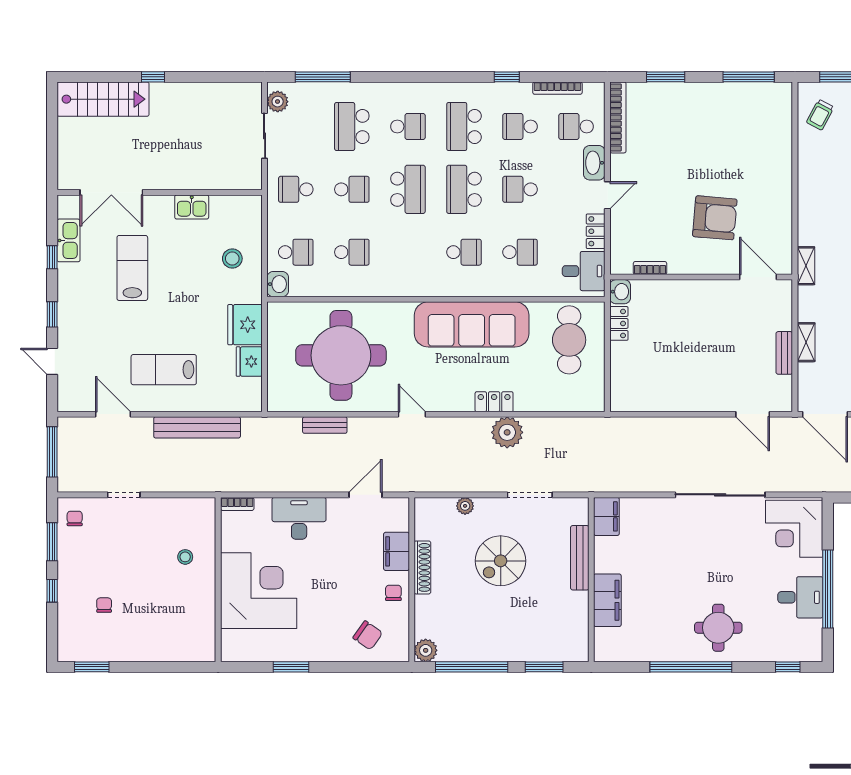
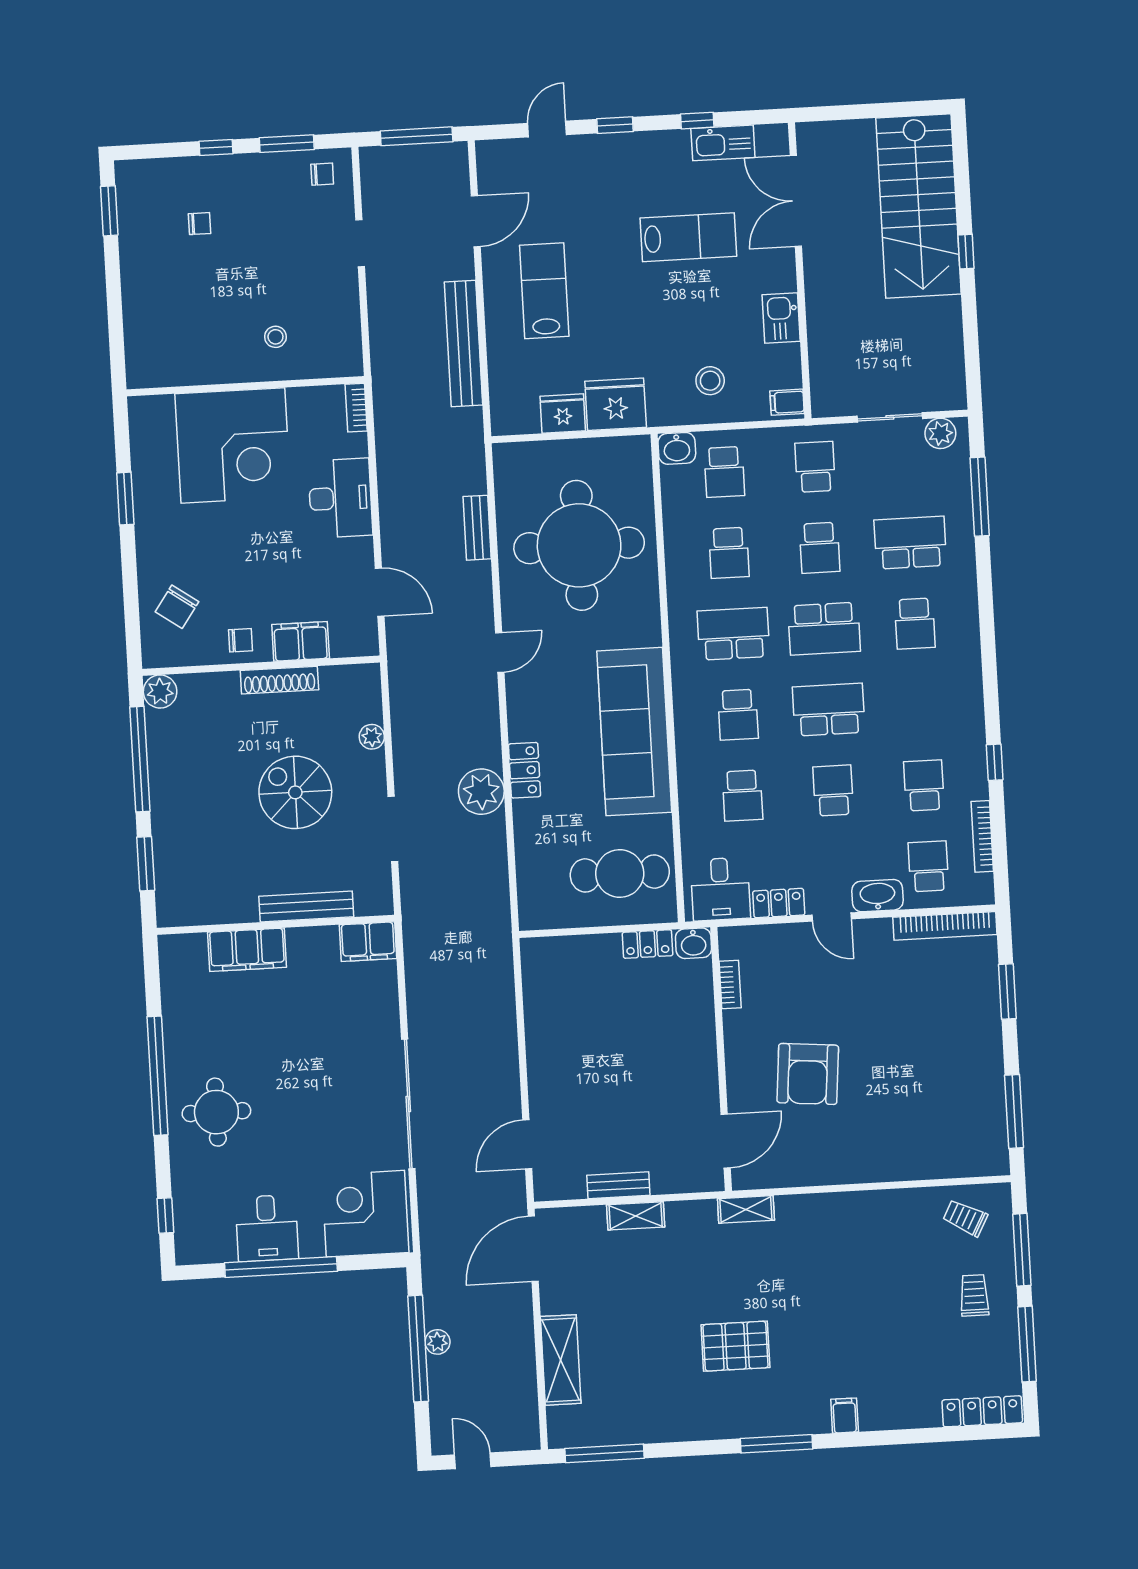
stairs: (103, 99) -> (918, 206), width x1.36, depth x1.51
school desk: (464, 126) -> (733, 634), moved
filing cabinet: (250, 206) -> (787, 402), added

